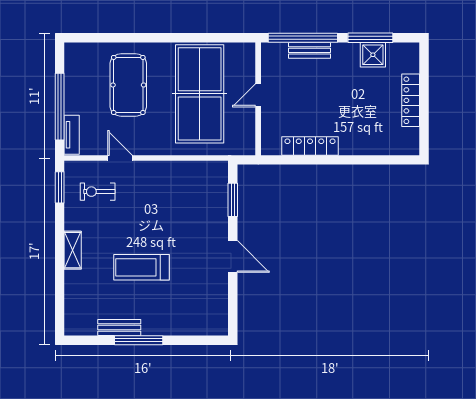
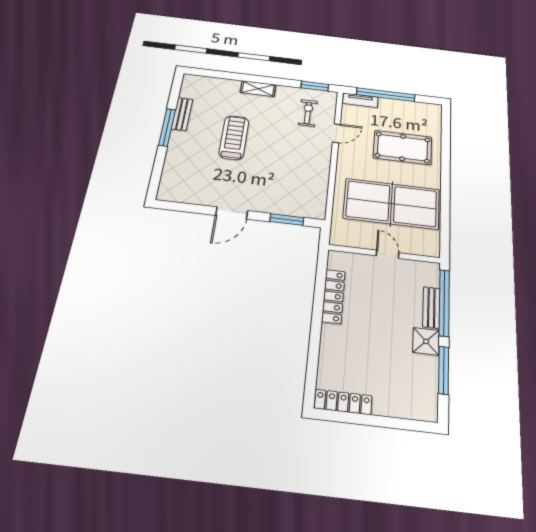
shower: (373, 55) -> (426, 341), moved
locker: (411, 100) -> (343, 402), moved

